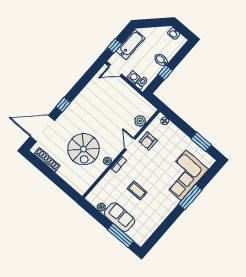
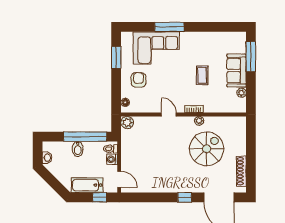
window: (165, 73) -> (85, 137), width x3.17
plant: (140, 121) -> (127, 123), moved
armchair: (148, 141) -> (138, 80), moved, turned -90
door: (130, 144) -> (169, 115), swing flipped

